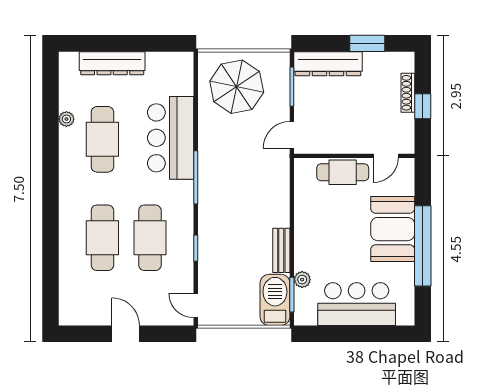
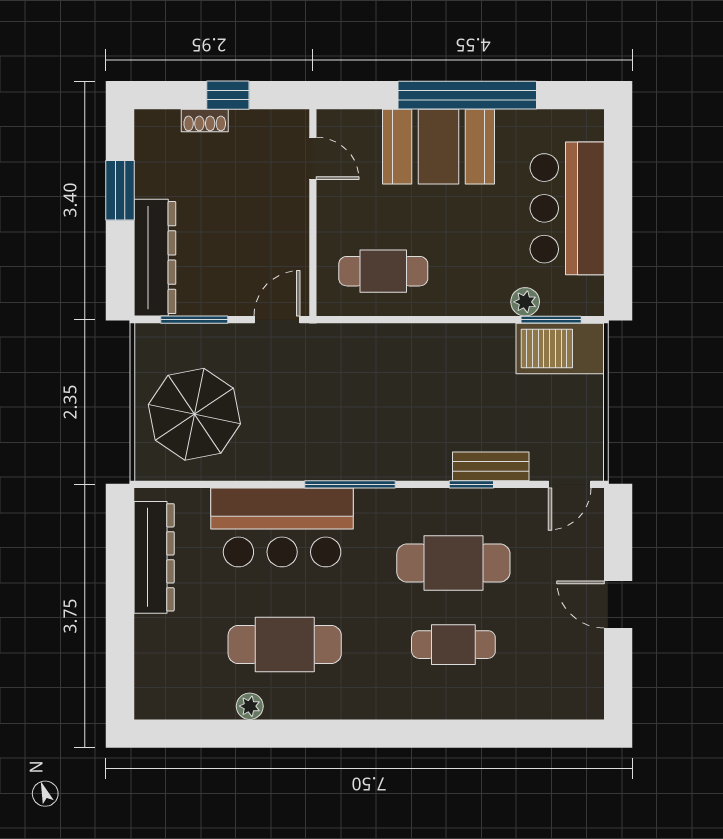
dresser: (112, 63) -> (154, 557), moved
shoe rack: (408, 93) -> (205, 120), width x0.70
door: (292, 135) -> (277, 320), swing flipped
cafe table: (343, 172) -> (383, 271), moved, turned 90
cafe table: (102, 238) -> (453, 645), width x0.73, depth x0.74
bench: (281, 250) -> (491, 466), moved
door: (126, 334) -> (618, 604), hinge flipped

